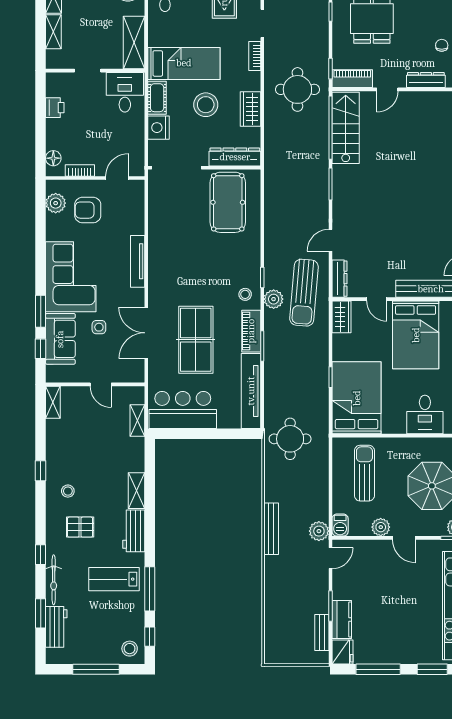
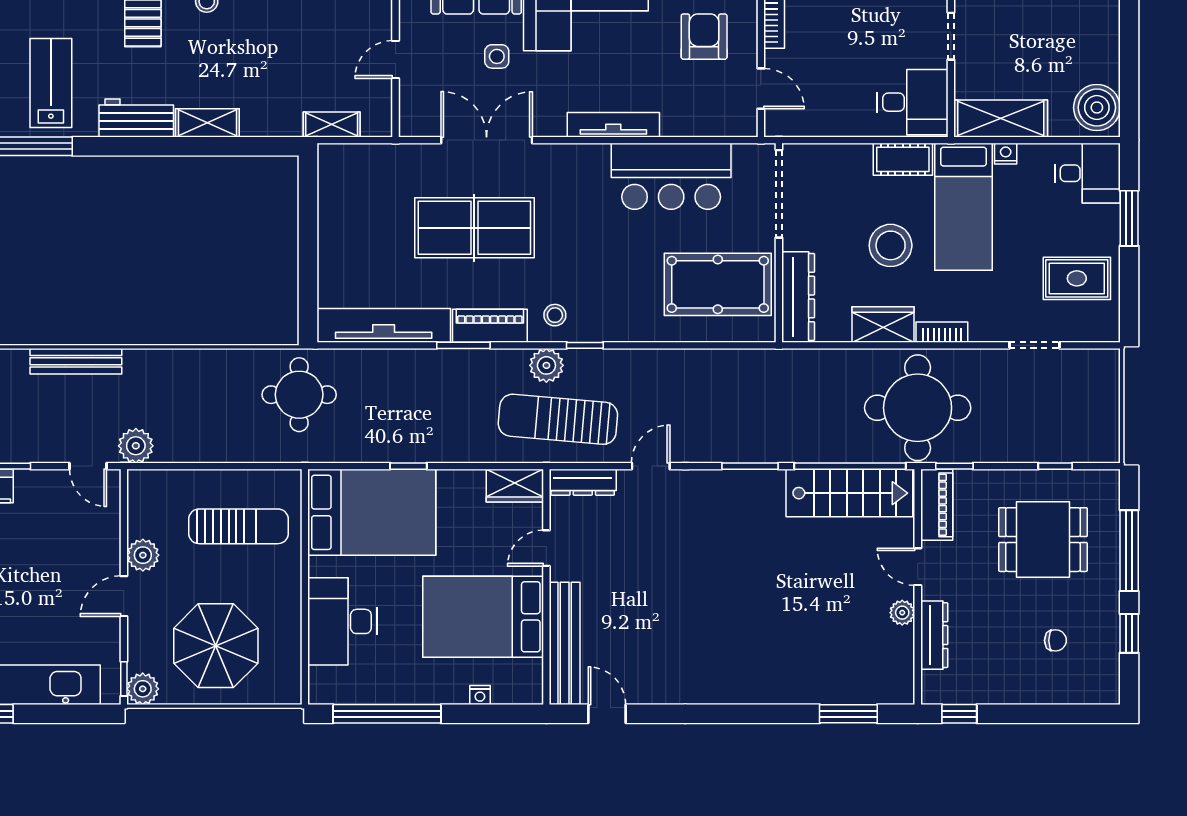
chair: (442, 45) -> (1055, 640), moved
bookcase: (255, 56) -> (942, 332), moved
round table: (297, 89) -> (918, 408), width x1.36, depth x1.36
plant: (413, 98) -> (902, 613), added
nightstand: (159, 128) -> (1006, 154), moved, width x0.53, depth x0.56
door: (330, 240) -> (651, 466), hinge flipped
bar counter: (183, 410) -> (671, 176), moved, turned 90
desk: (425, 414) -> (342, 621), width x1.37
barbecue: (340, 525) -> (147, 483), removed
bench: (271, 529) -> (76, 361), moved

